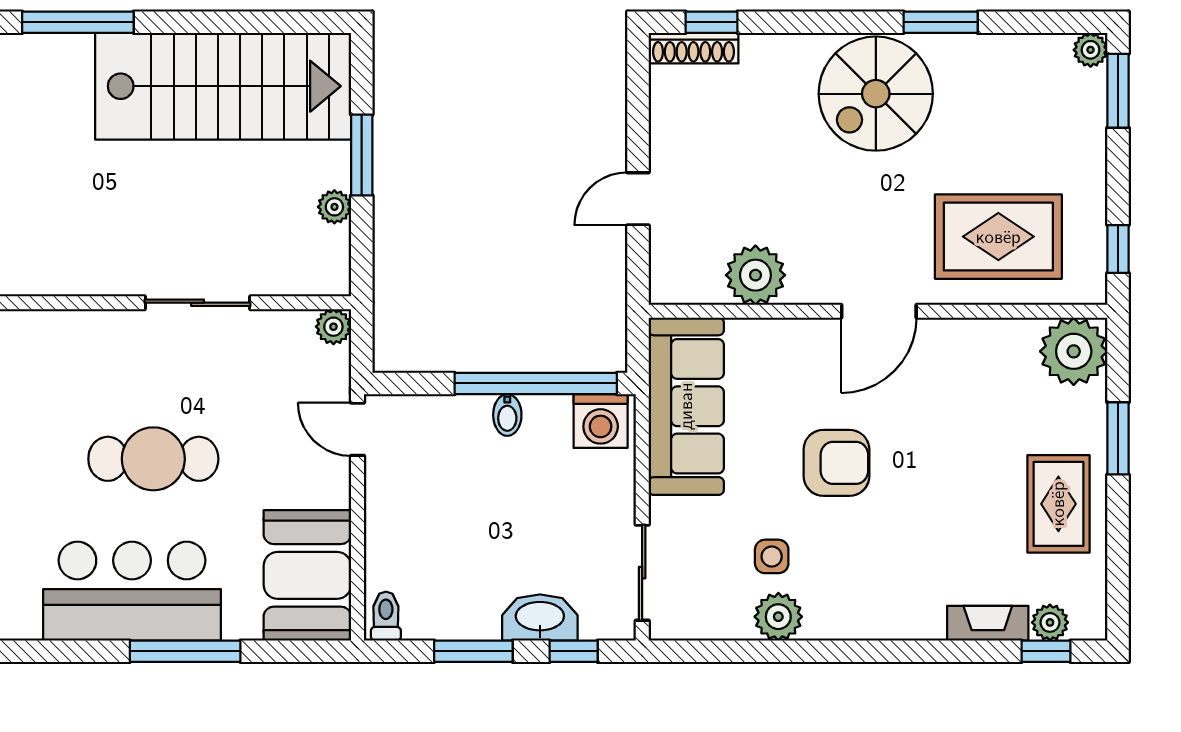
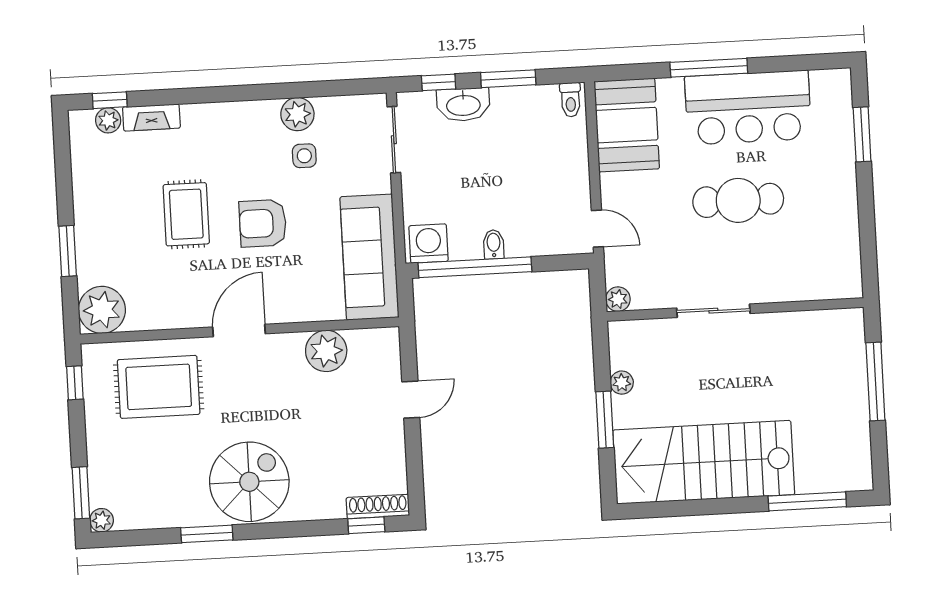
rug: (1058, 504) -> (186, 214), moved

